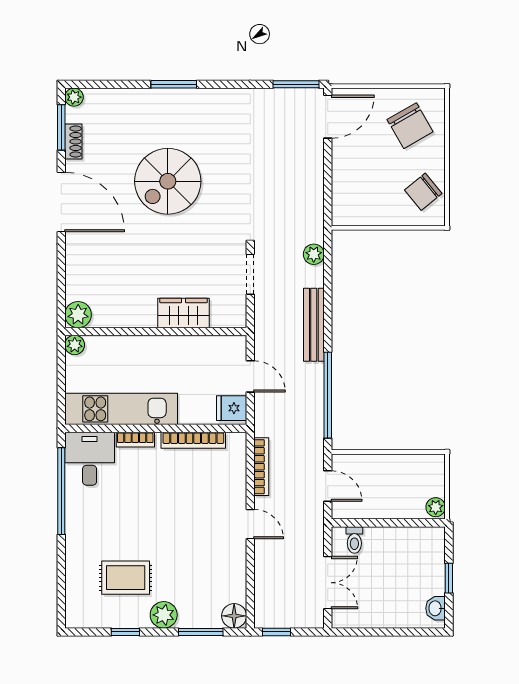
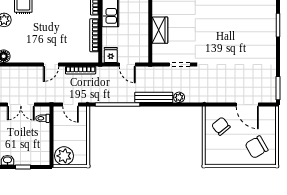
door: (328, 117) -> (247, 105), moved
spiral stairs: (168, 181) -> (228, 22), removed
chair: (423, 192) -> (221, 126), moved
plant: (314, 254) -> (179, 97), moved
door: (250, 376) -> (127, 65), hinge flipped
door: (328, 486) -> (71, 105), hinge flipped
plant: (436, 507) -> (64, 156), width x1.87, depth x1.87

